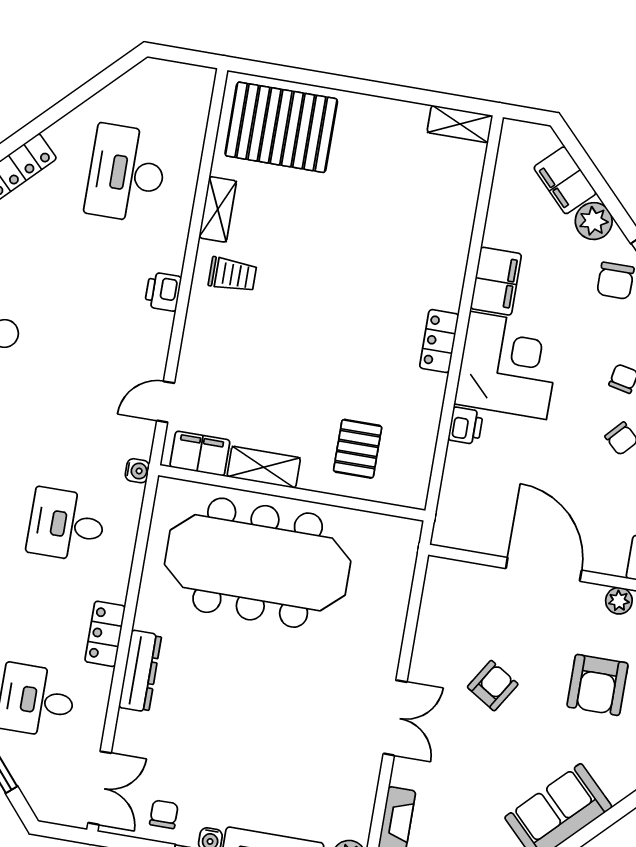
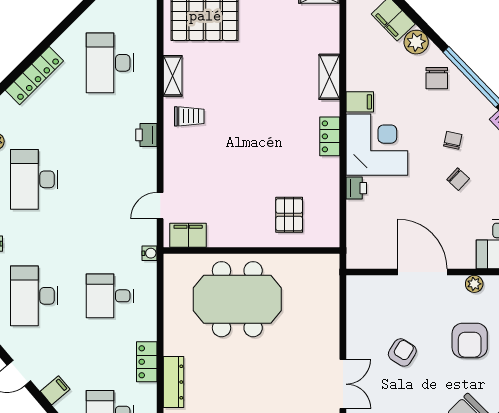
filing cabinet: (496, 281) -> (360, 102), width x0.50
shelving: (264, 467) -> (329, 77), moved, turned 90
meeting table: (258, 563) -> (237, 299), width x0.73

